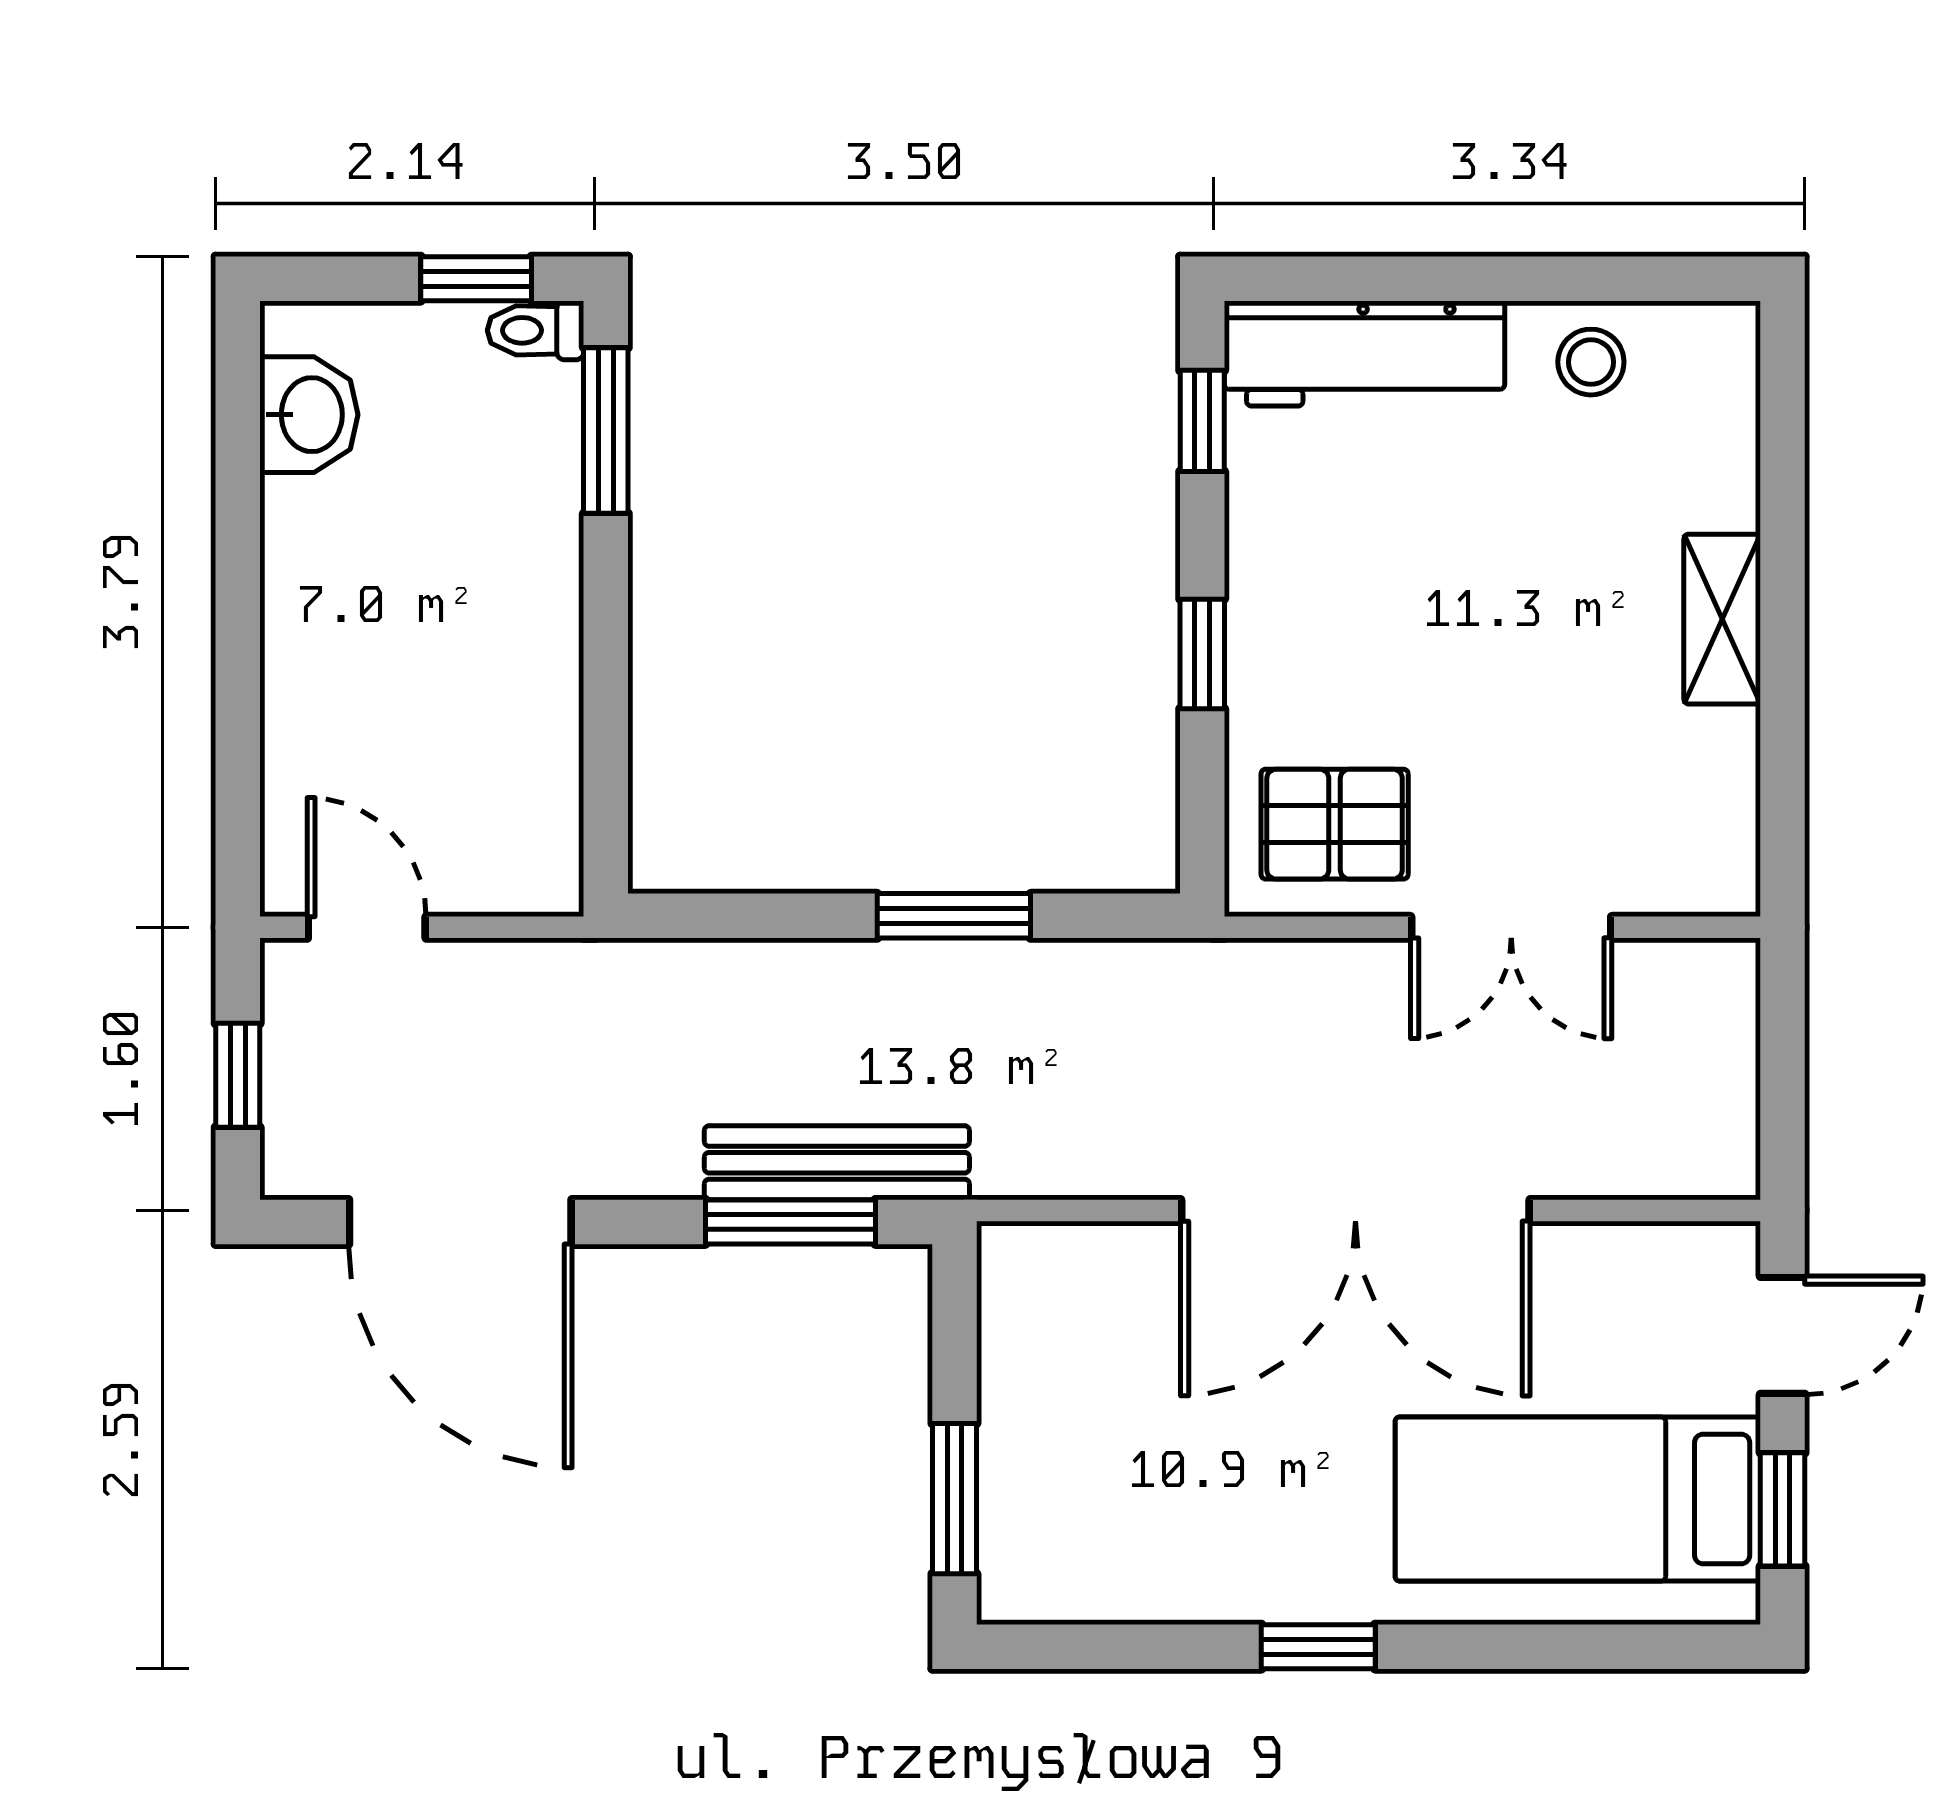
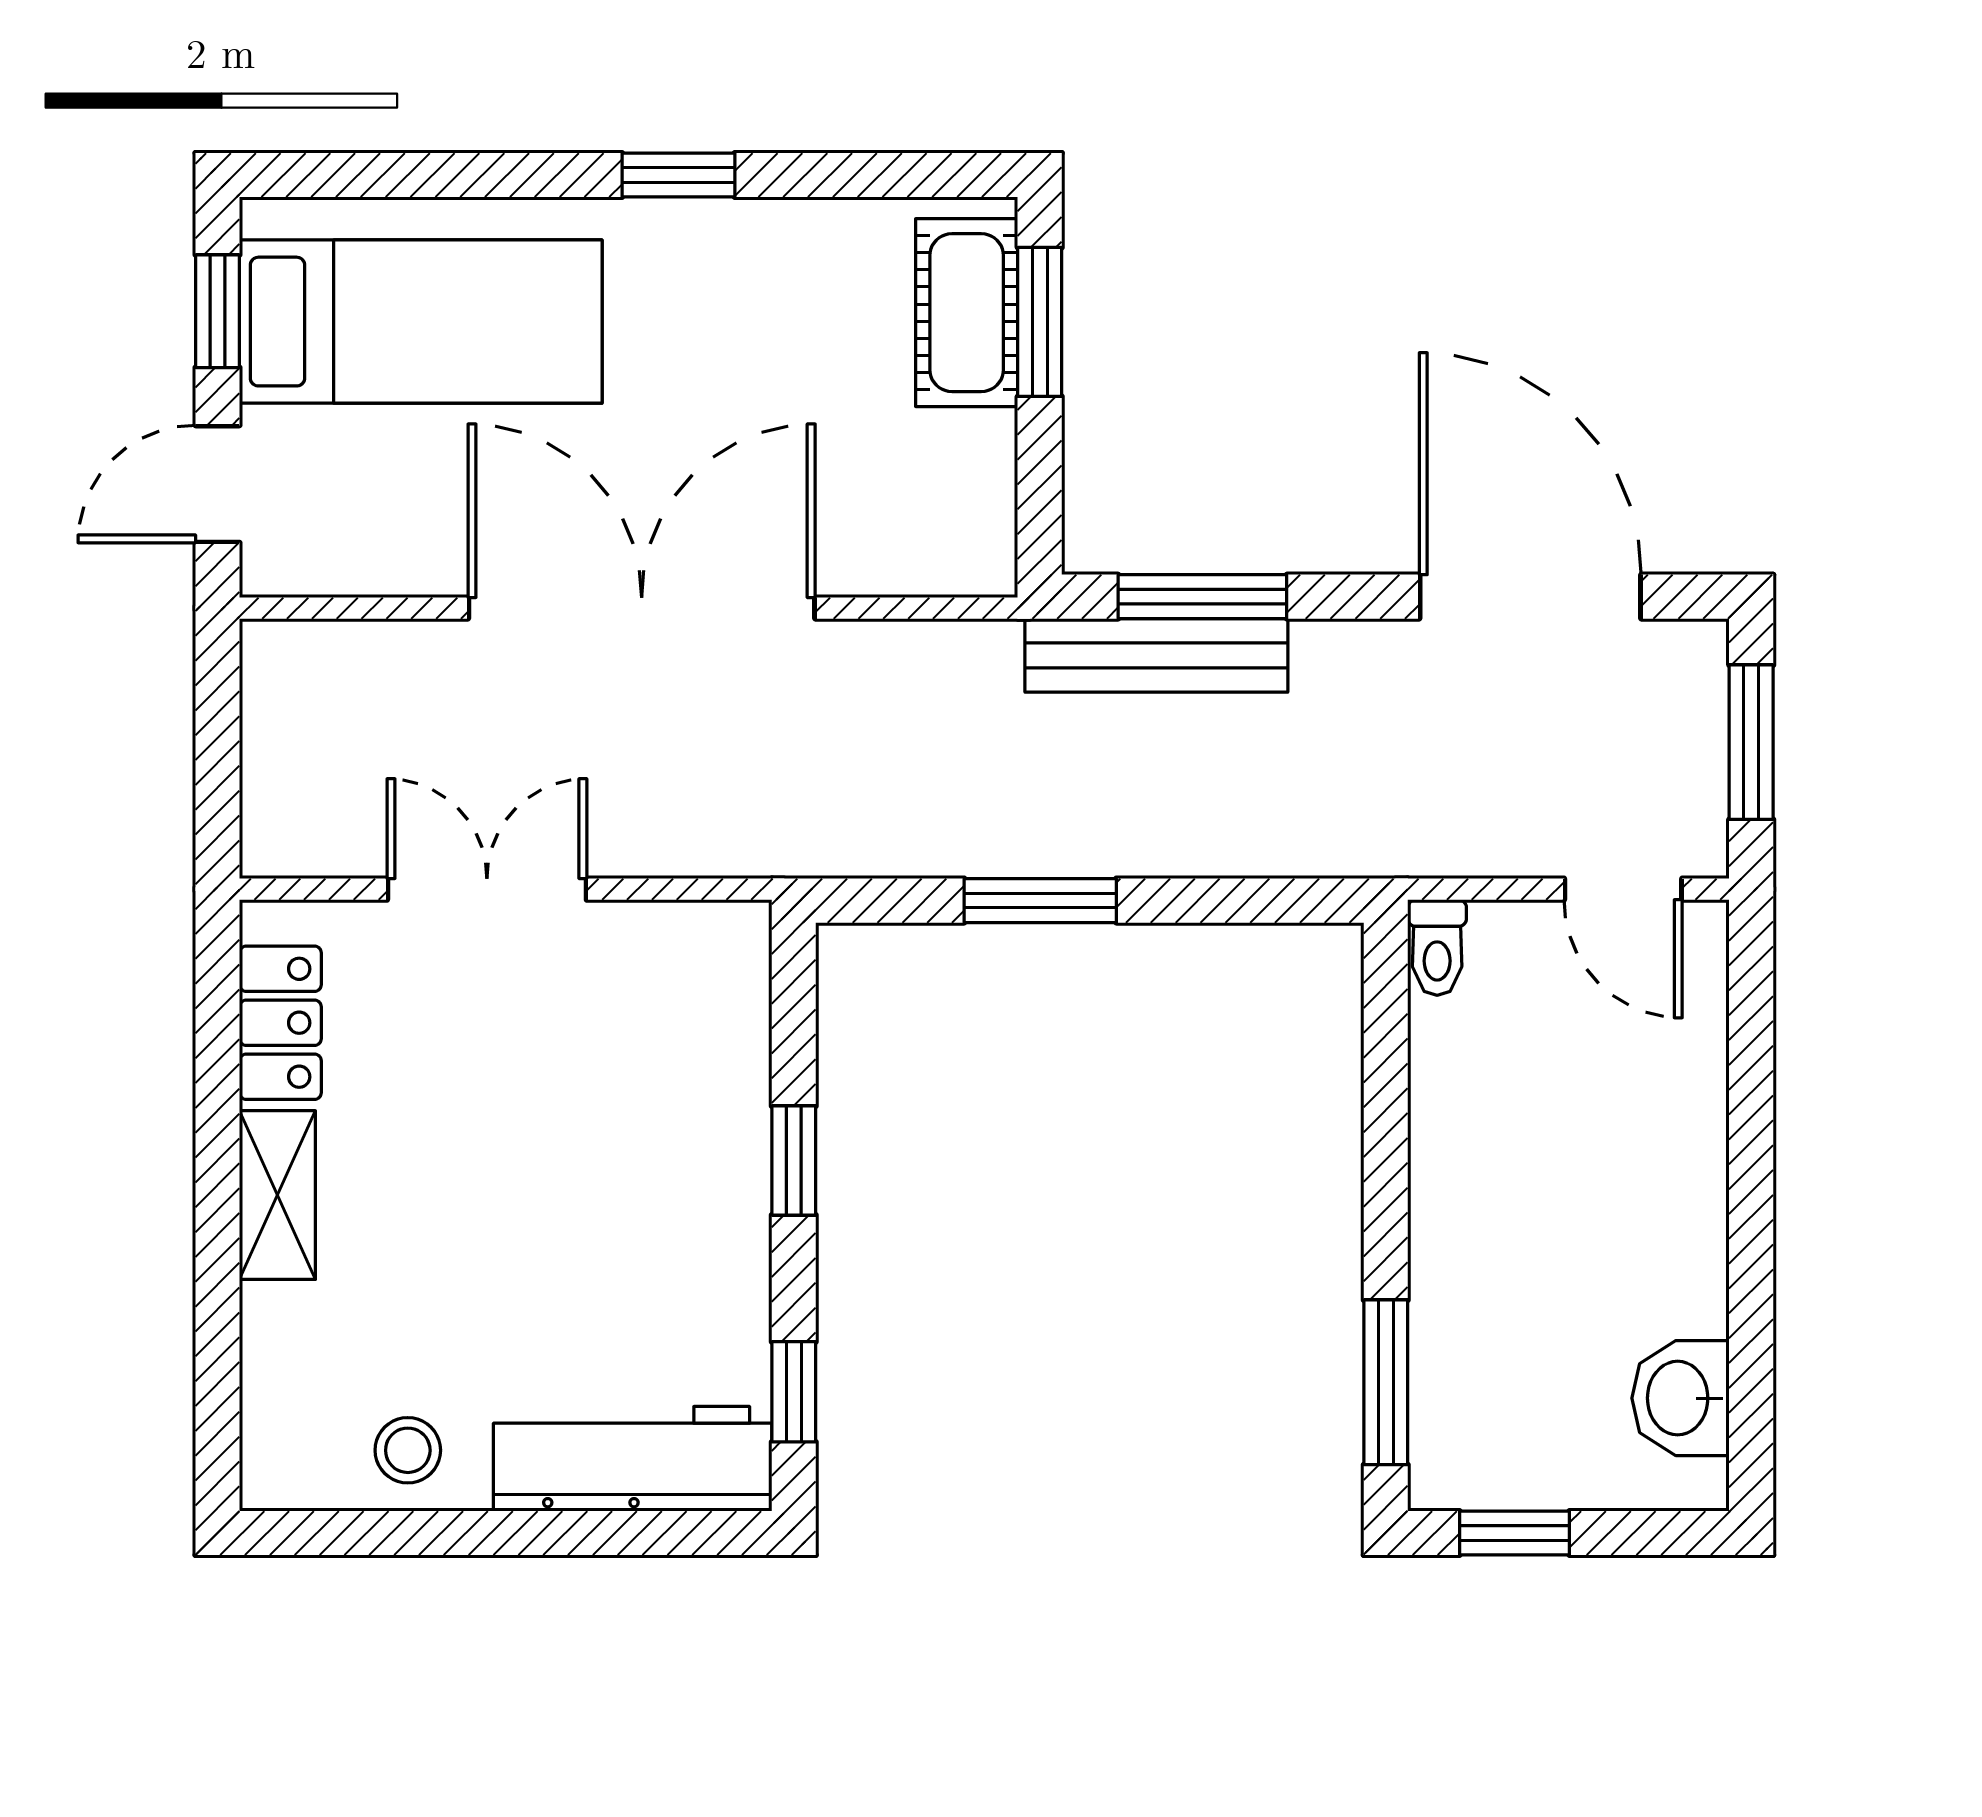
toilet: (535, 330) -> (1437, 948), moved, turned 90
locker: (1719, 793) -> (280, 1023), added
pallet: (1335, 824) -> (662, 992), removed
window: (238, 1075) -> (1751, 742), width x1.50
cot: (1028, 1508) -> (967, 313), added

